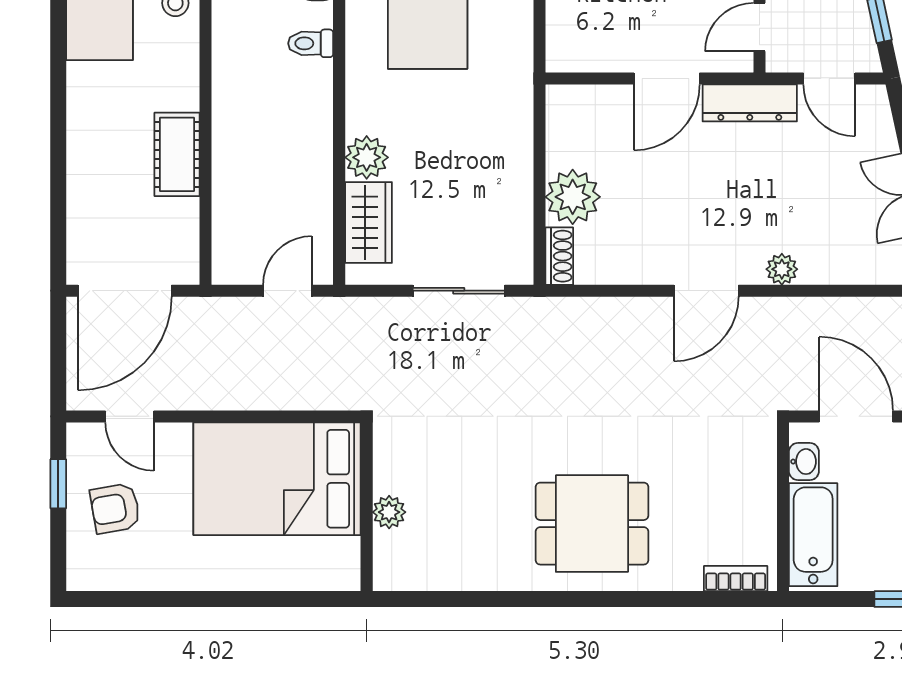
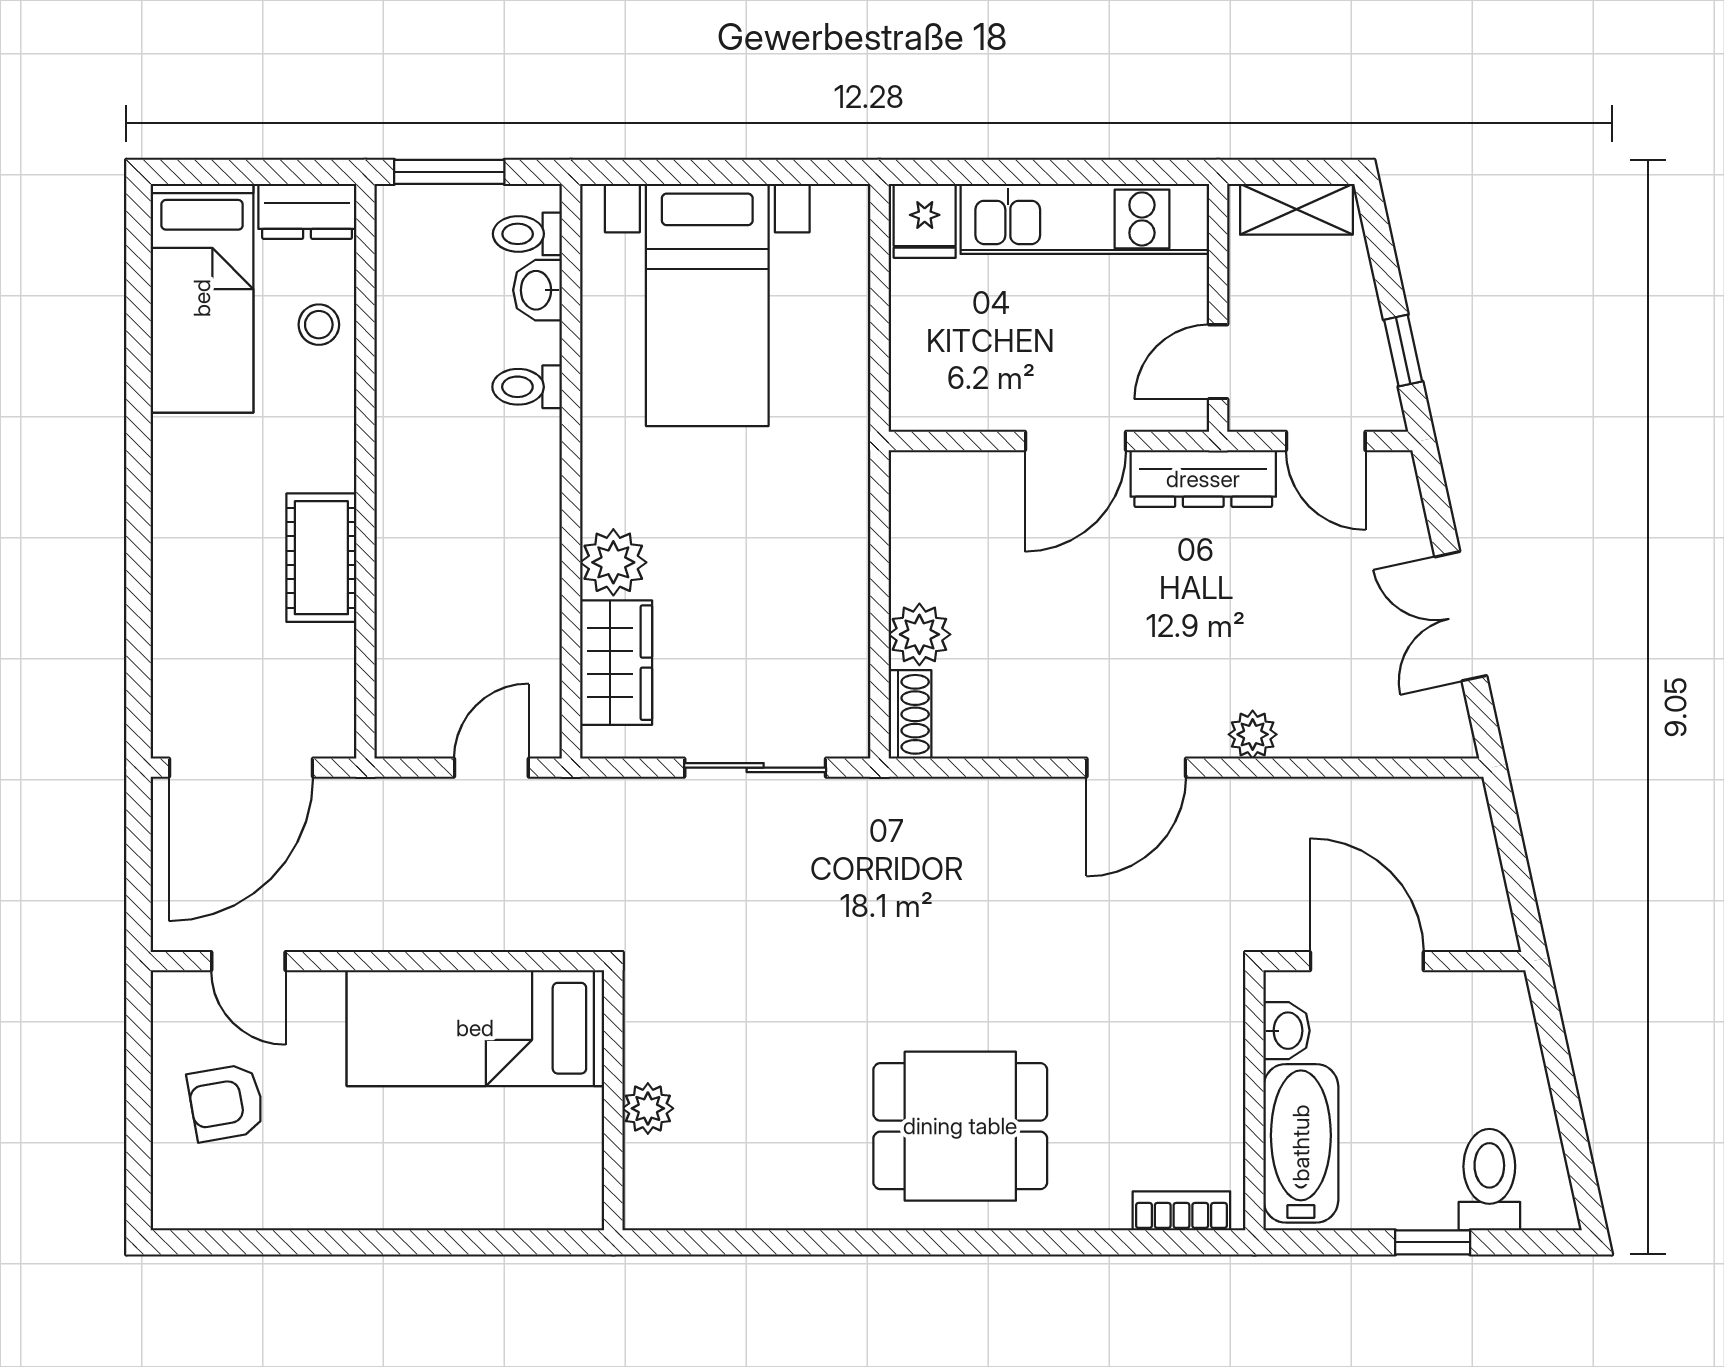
plant: (573, 197) -> (919, 634), width x0.73, depth x0.73
bed: (277, 479) -> (475, 1028), width x0.67
window: (58, 484) -> (139, 1065), removed

